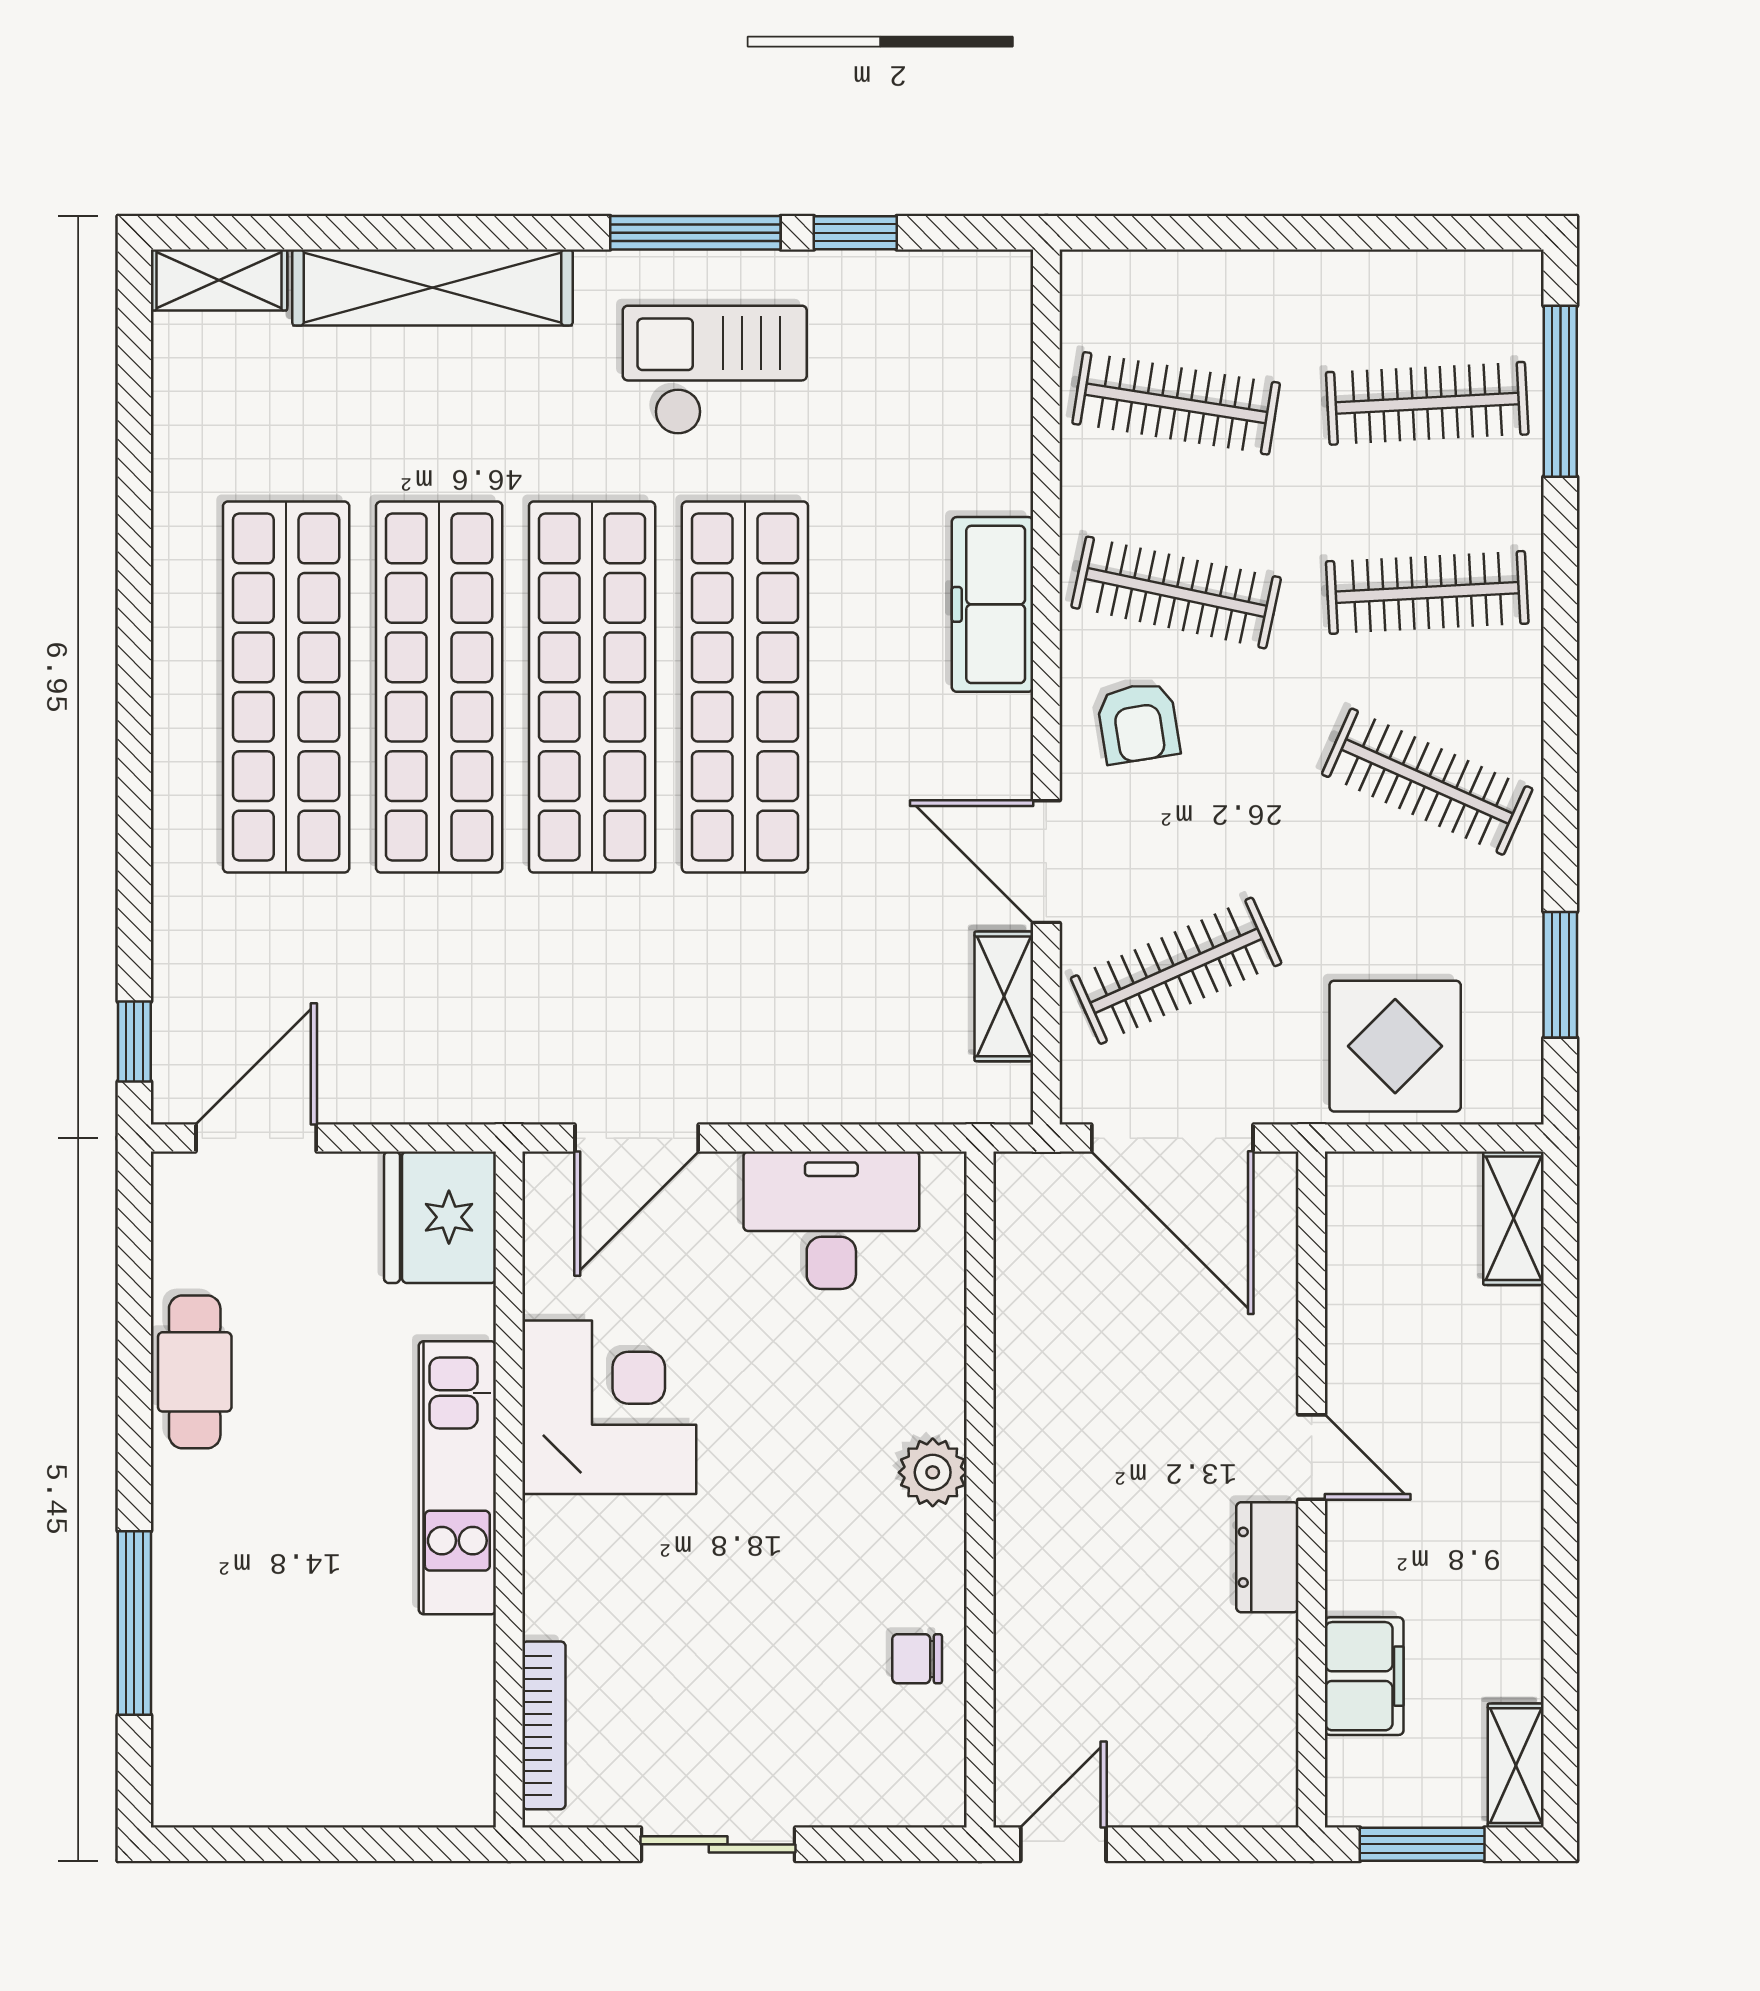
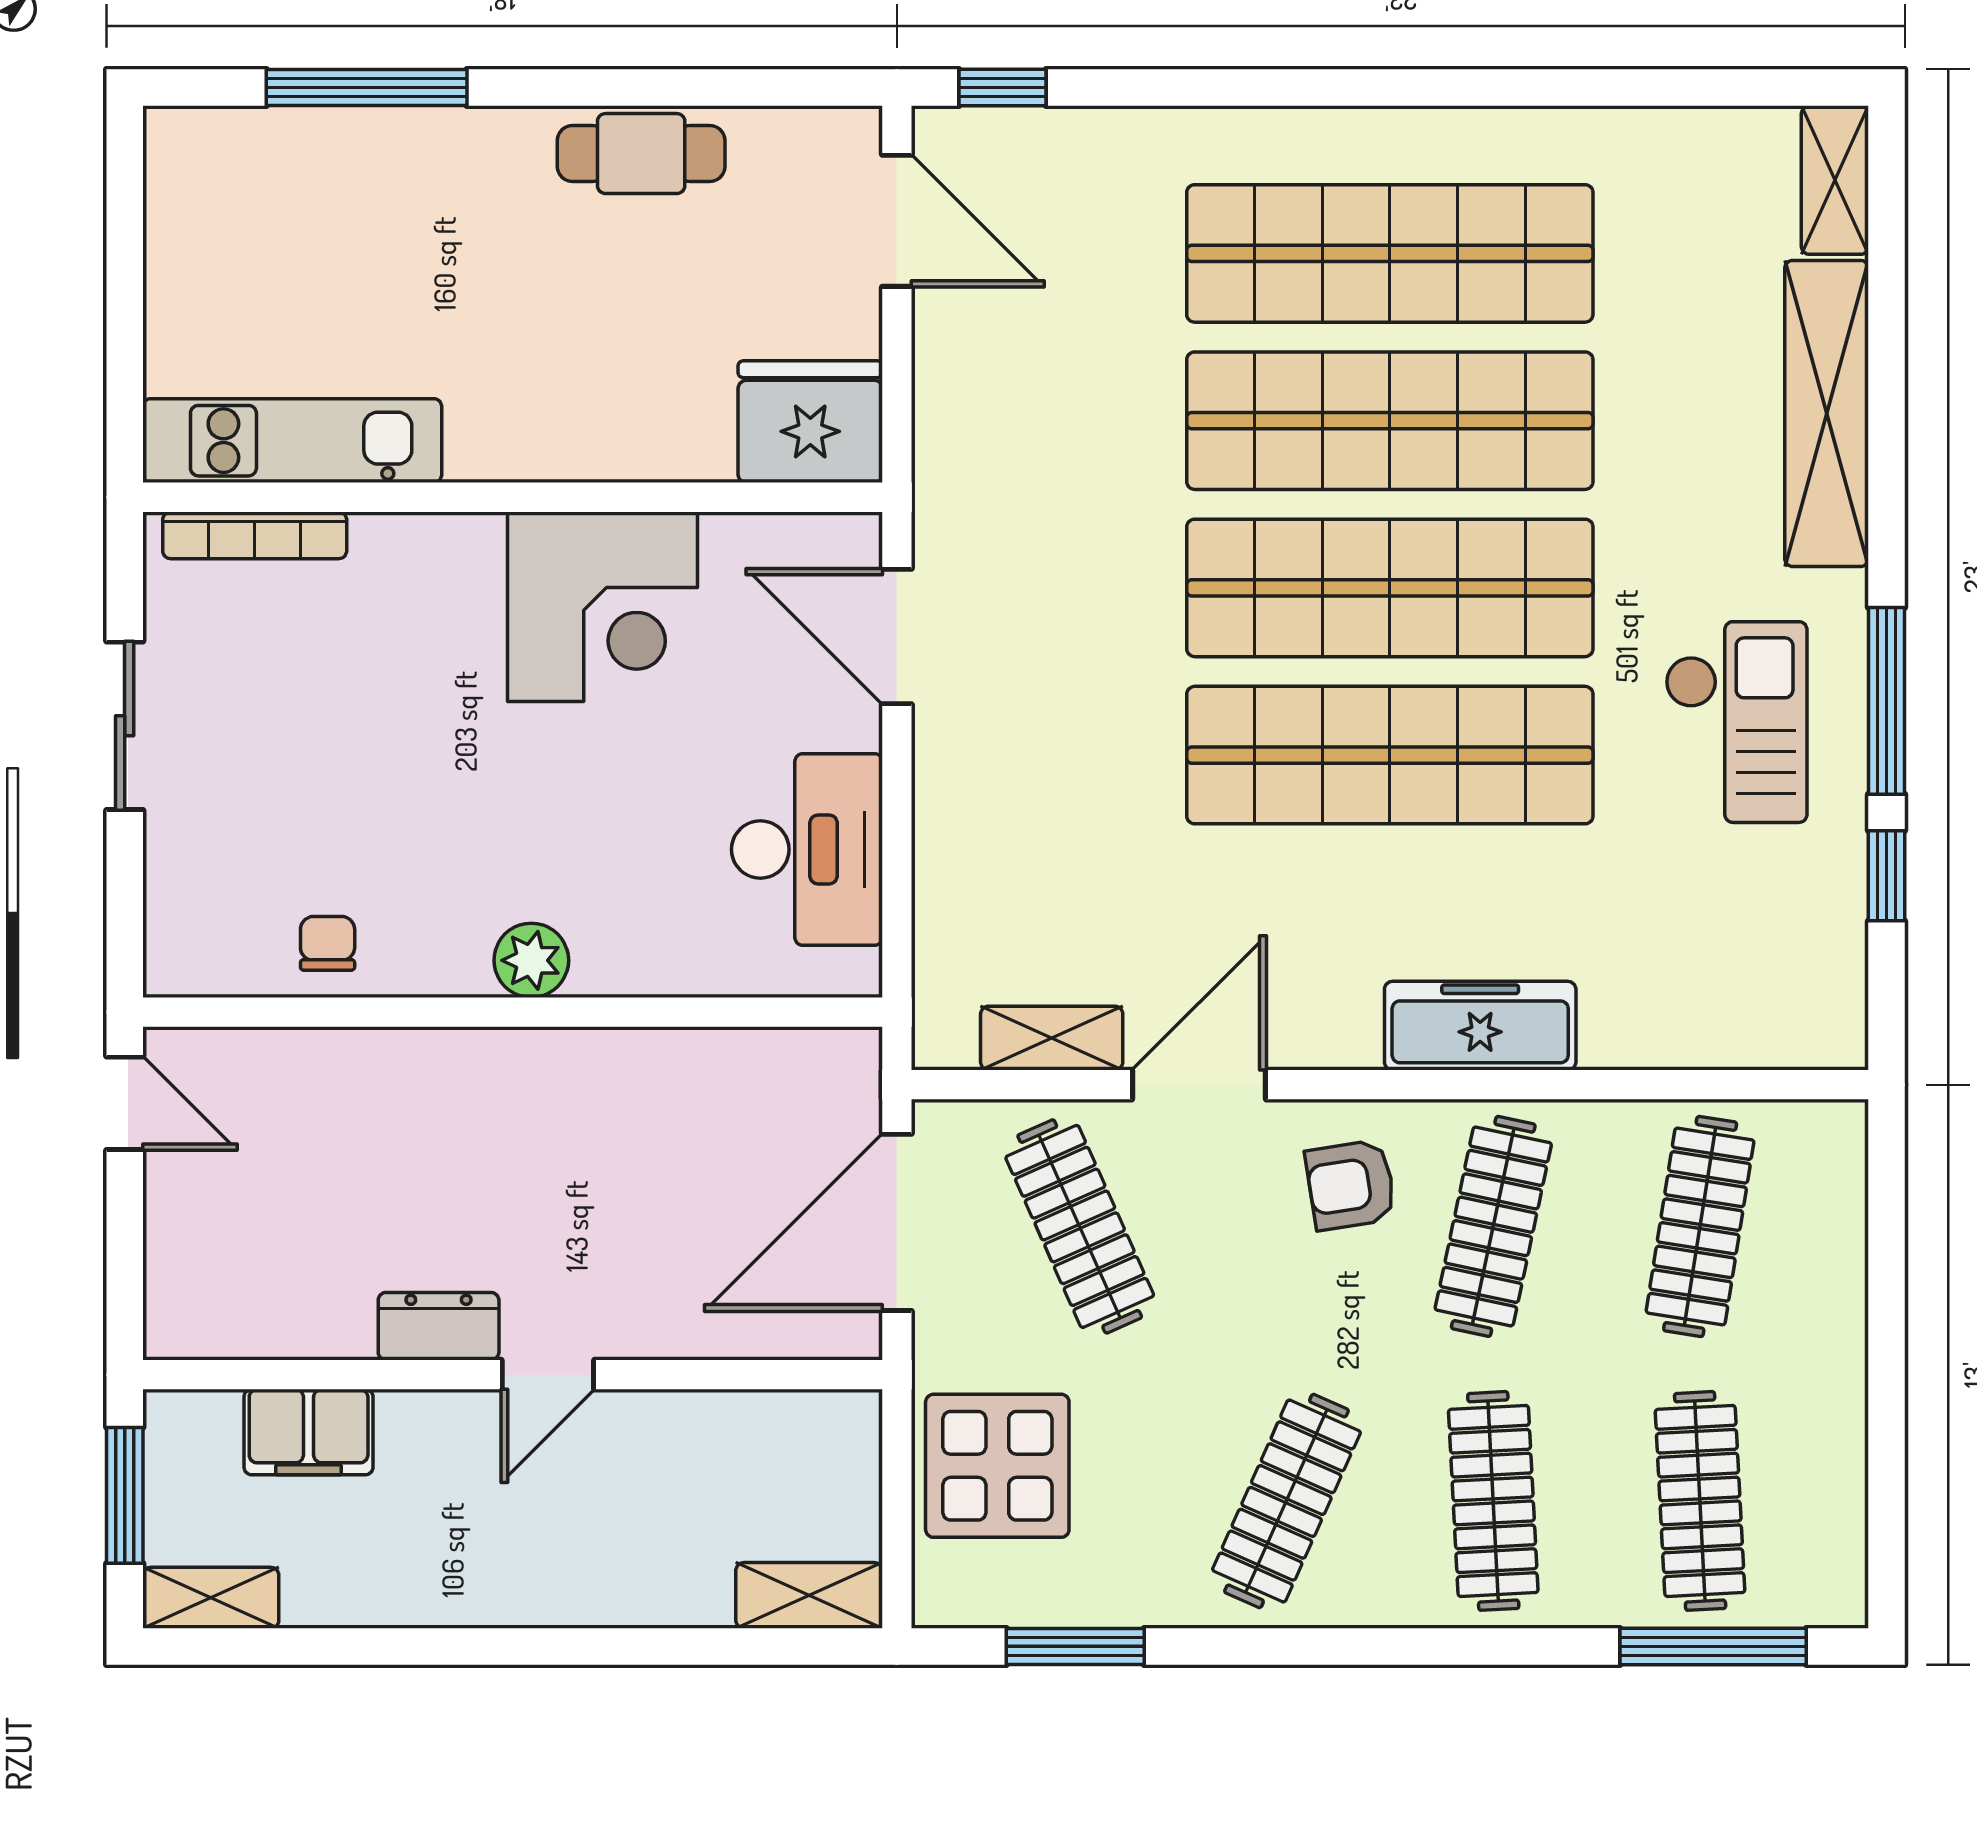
kitchen unit: (457, 1478) -> (292, 441), moved

